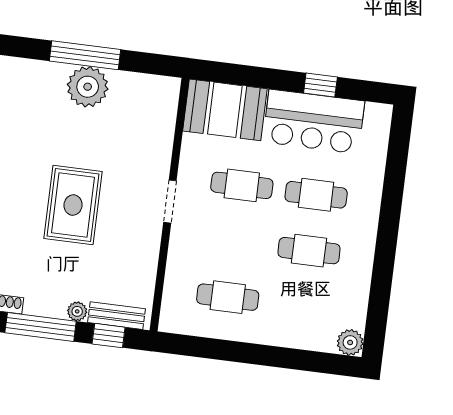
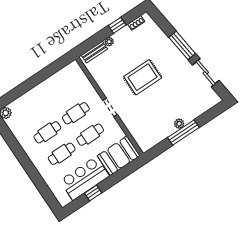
plant: (88, 87) -> (179, 124), width x0.53, depth x0.53
rug: (73, 205) -> (143, 77), turned 90
cafe table: (228, 297) -> (76, 113), moved
window: (41, 327) -> (117, 25), width x0.46
window: (109, 336) -> (91, 43), removed

